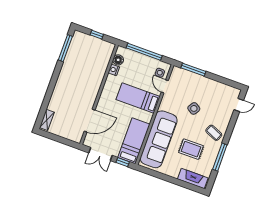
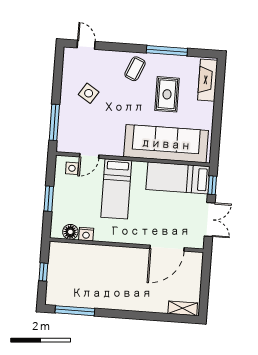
window: (144, 52) -> (49, 199), width x0.47
side table: (194, 108) -> (89, 93), moved
door: (90, 121) -> (167, 248), swing flipped

